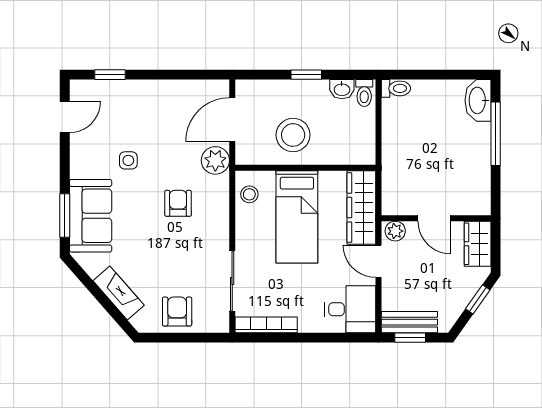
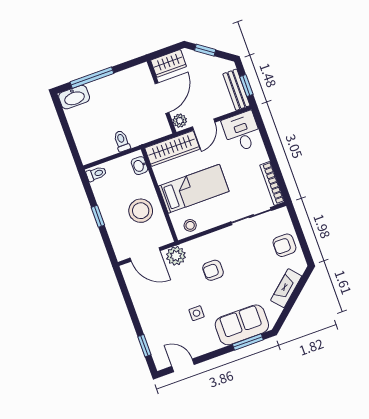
toilet: (396, 88) -> (122, 141), moved
washbasin: (342, 89) -> (139, 166), moved, turned 180
door: (434, 218) -> (162, 98), width x1.37

